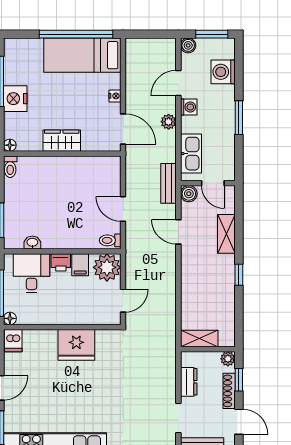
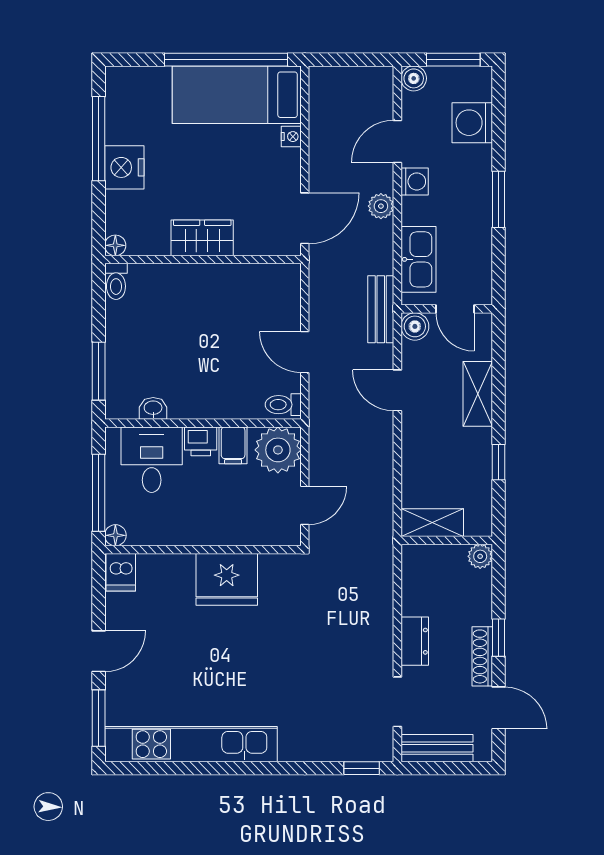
nightstand: (115, 96) -> (291, 137), moved
door: (123, 129) -> (305, 218), hinge flipped
shelving: (199, 339) -> (432, 523), moved
wall: (208, 349) -> (447, 540), moved
plant: (228, 359) -> (480, 556), moved

